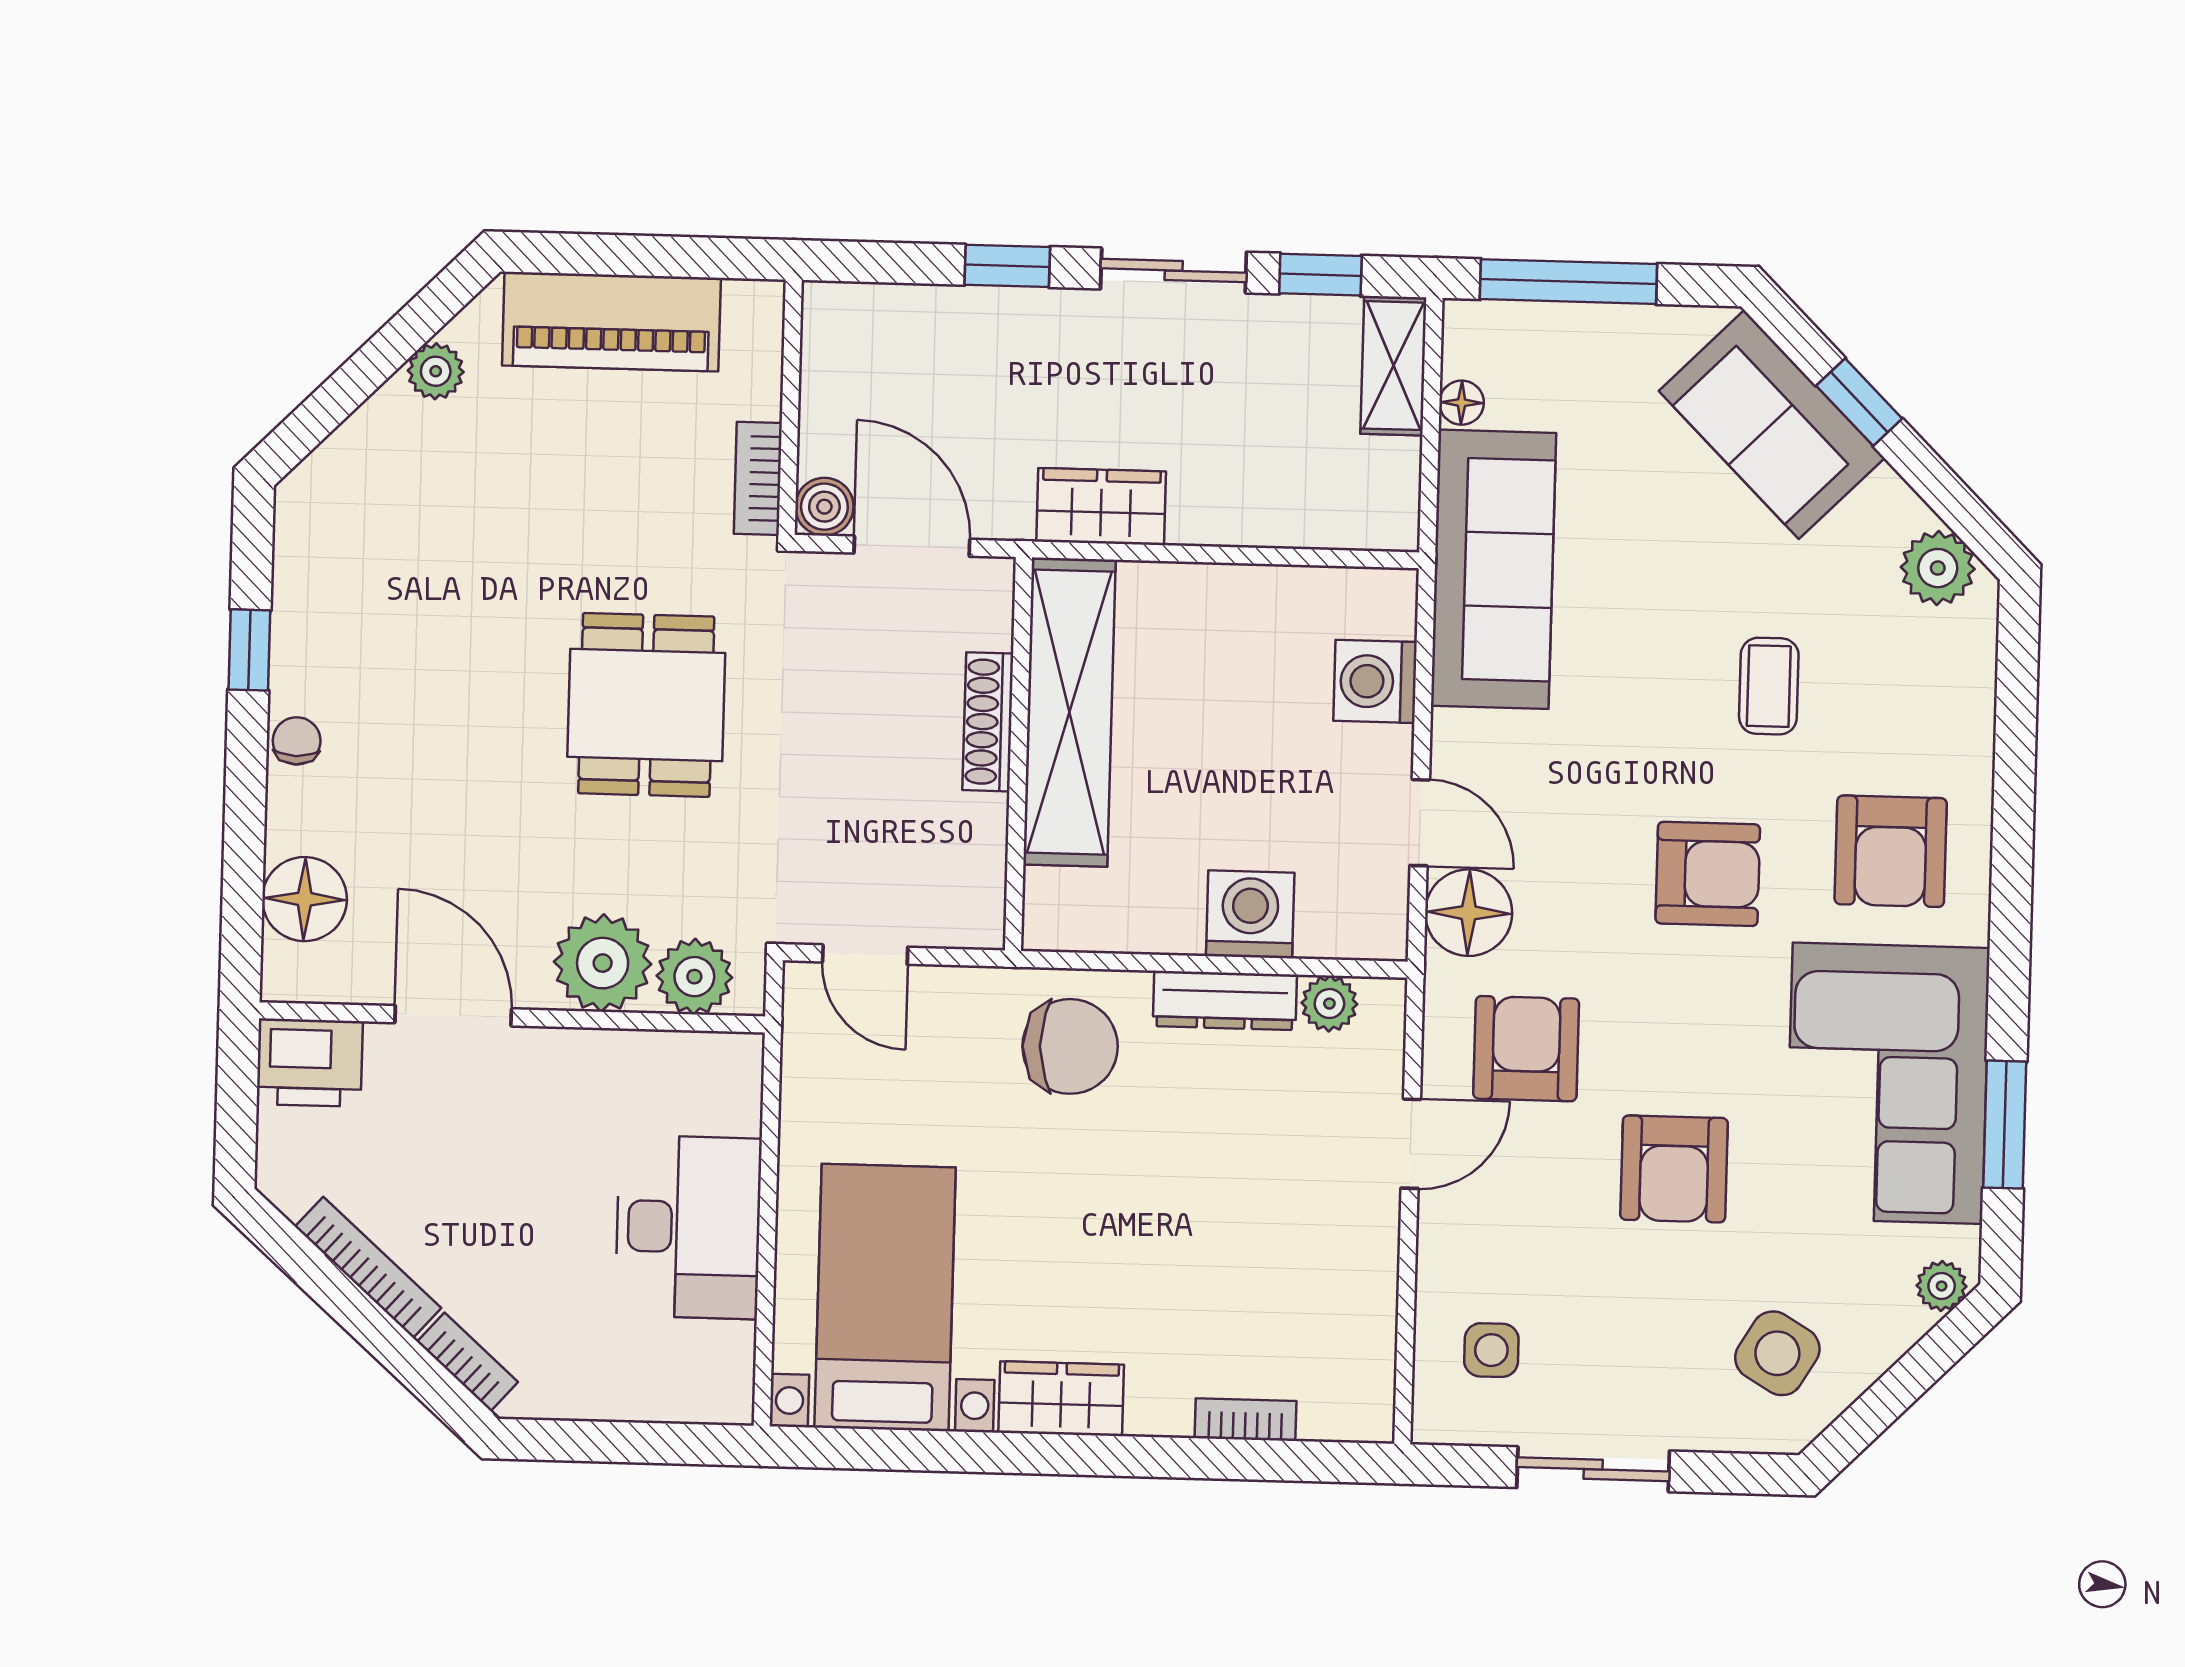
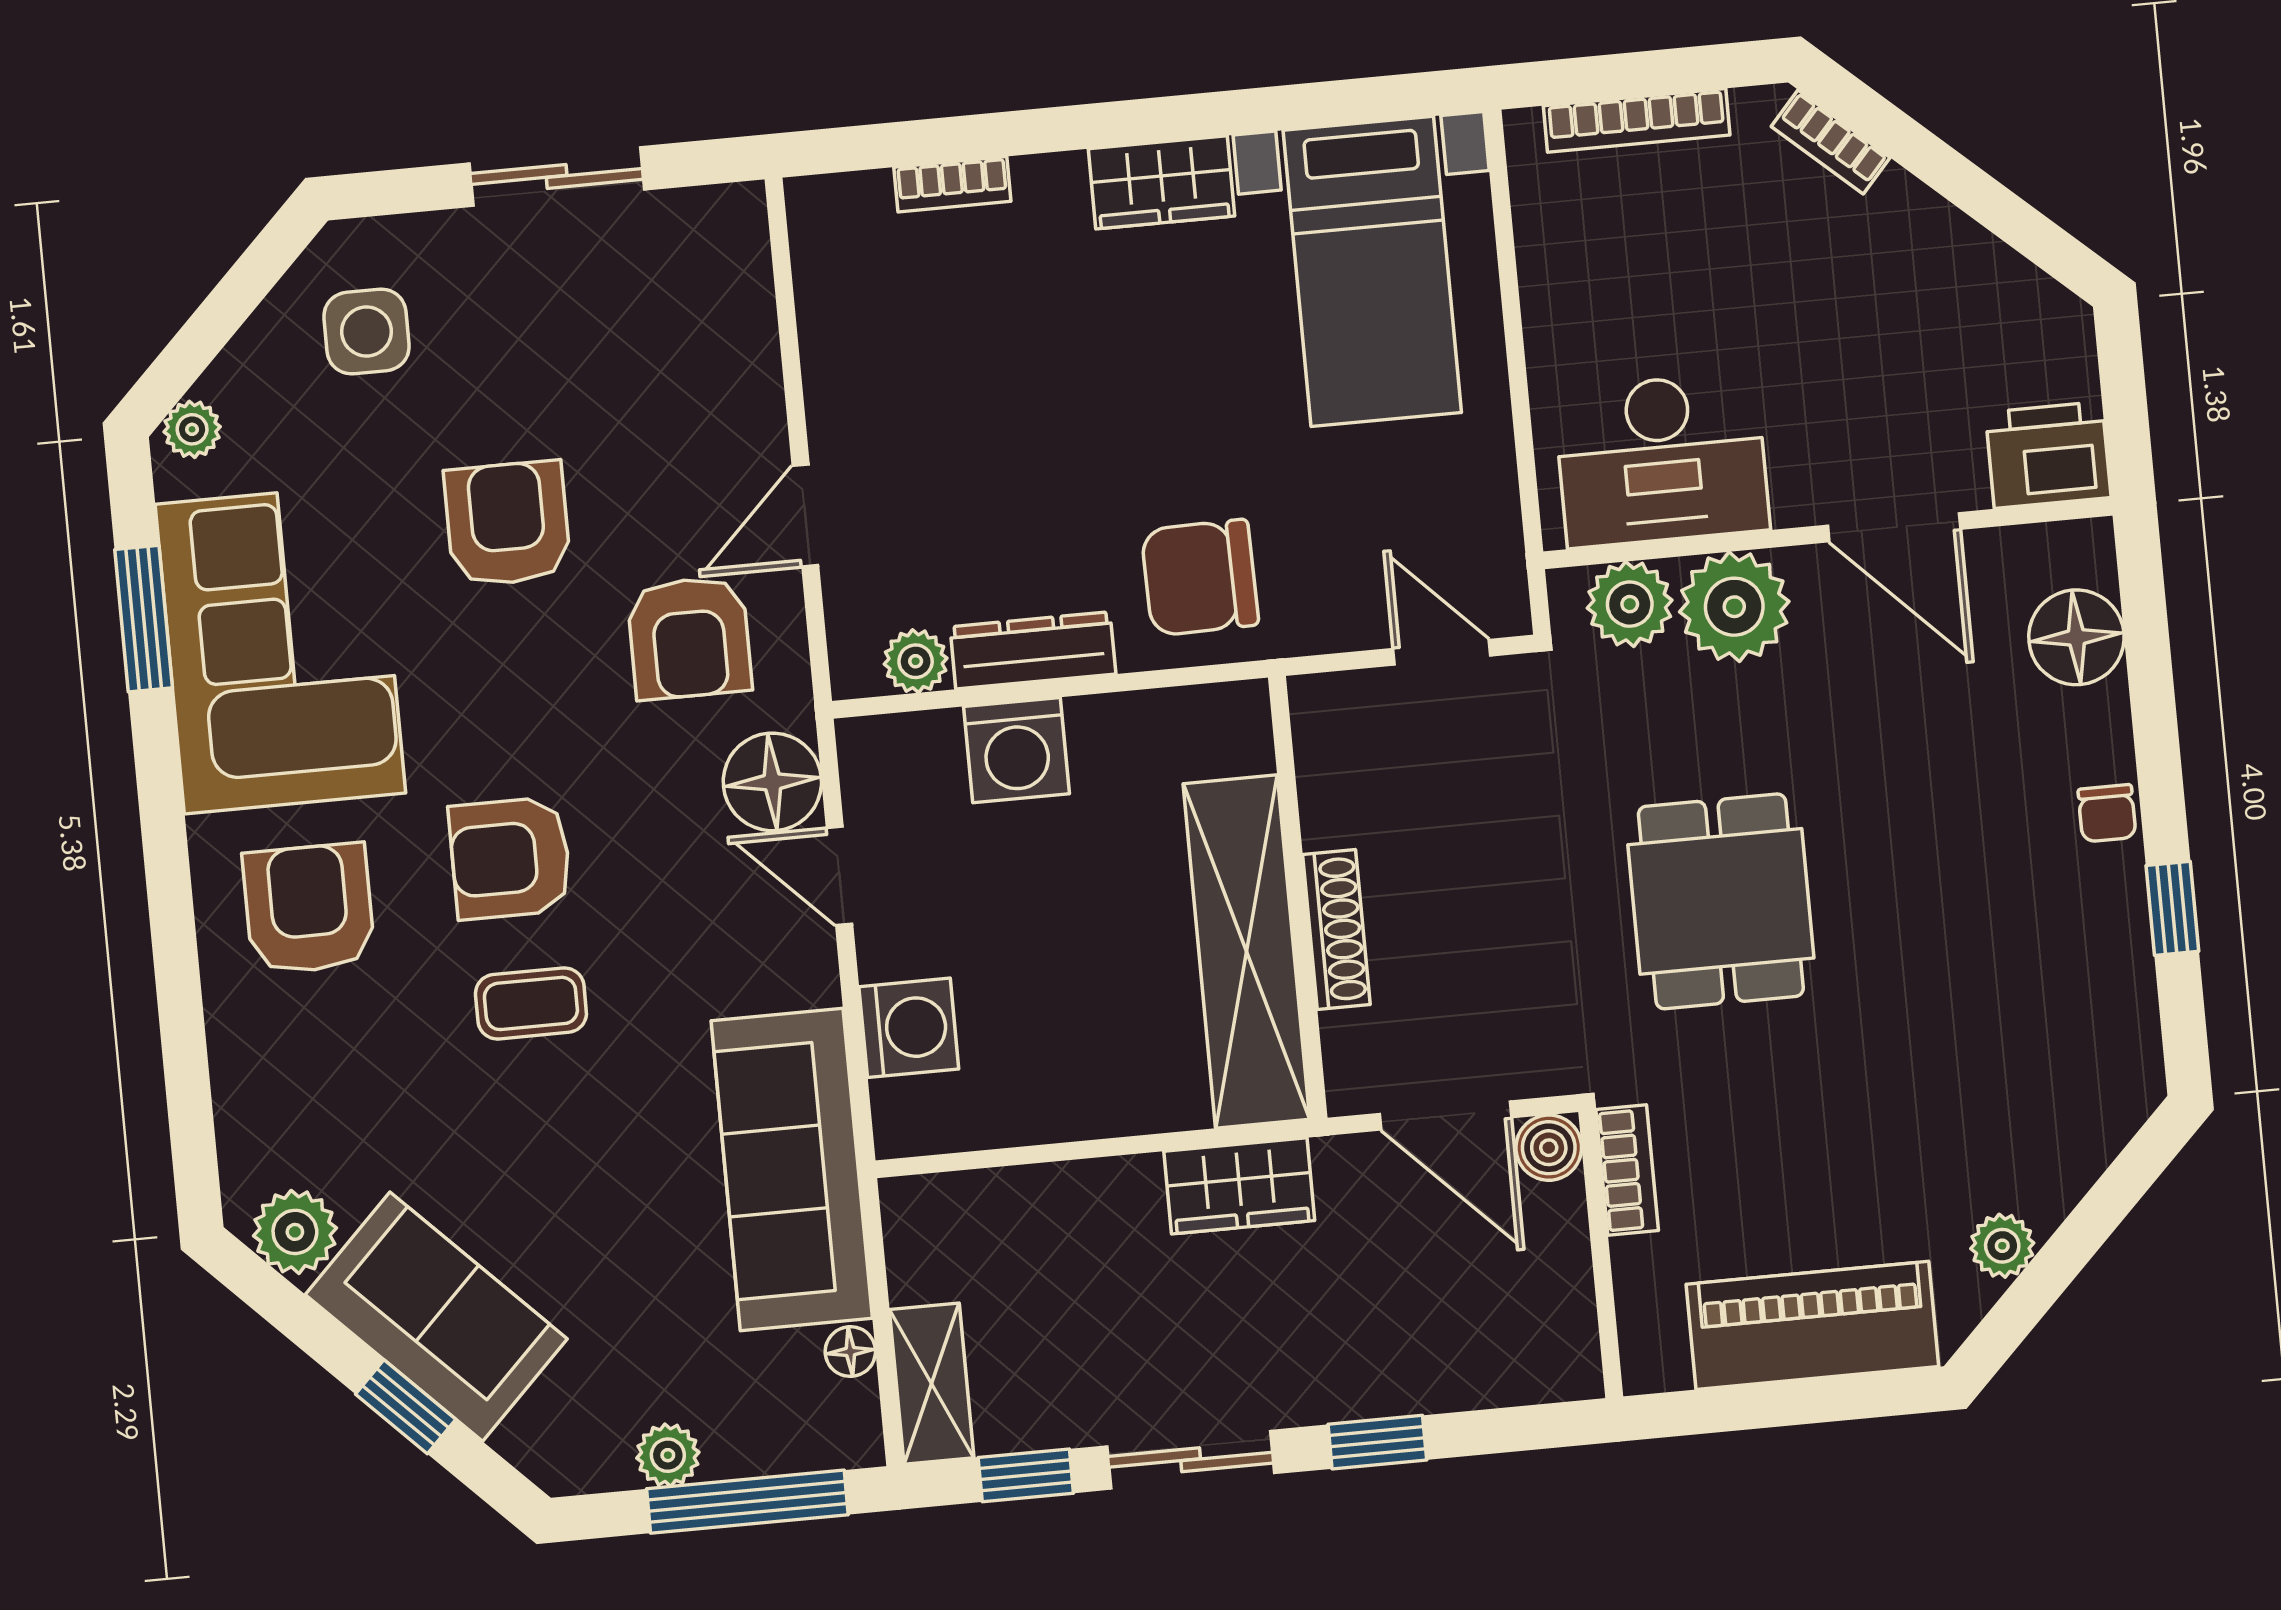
plant: (1634, 331) -> (668, 1455), added
sofa: (1772, 424) -> (436, 1317), moved
coffee table: (1769, 686) -> (531, 1003), moved, turned 90
desk: (688, 1227) -> (1662, 460), moved, turned -90
bookcase: (368, 1267) -> (1637, 120), moved, turned -42
side table: (1491, 1350) -> (687, 296), removed
side table: (1777, 1353) -> (366, 332), turned -31

